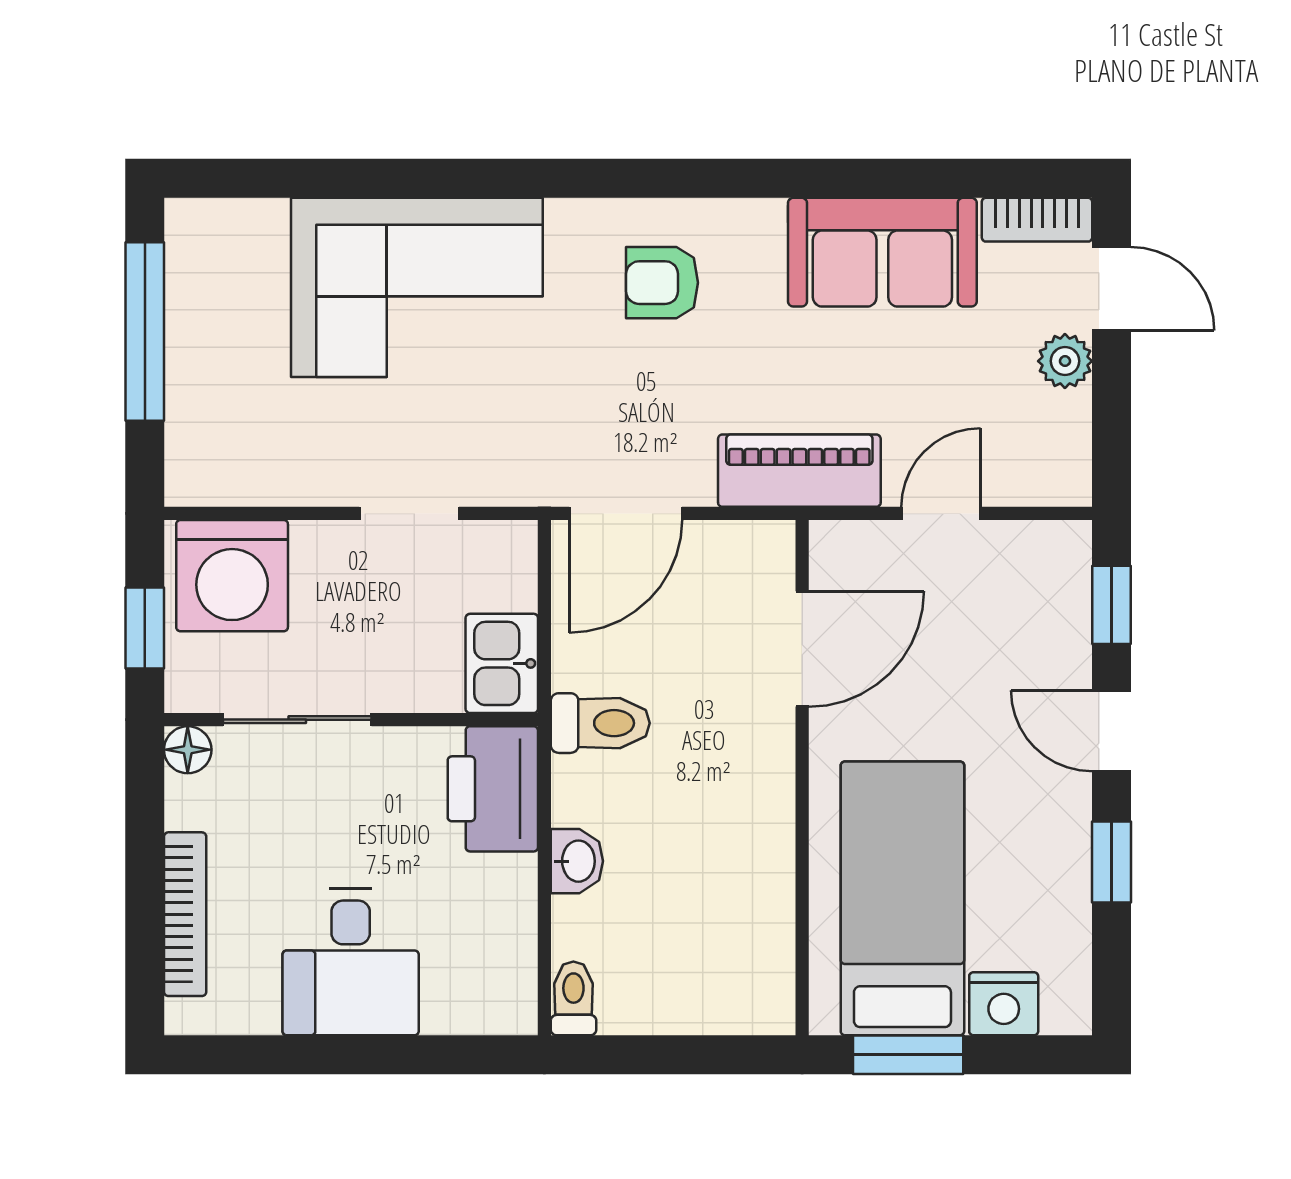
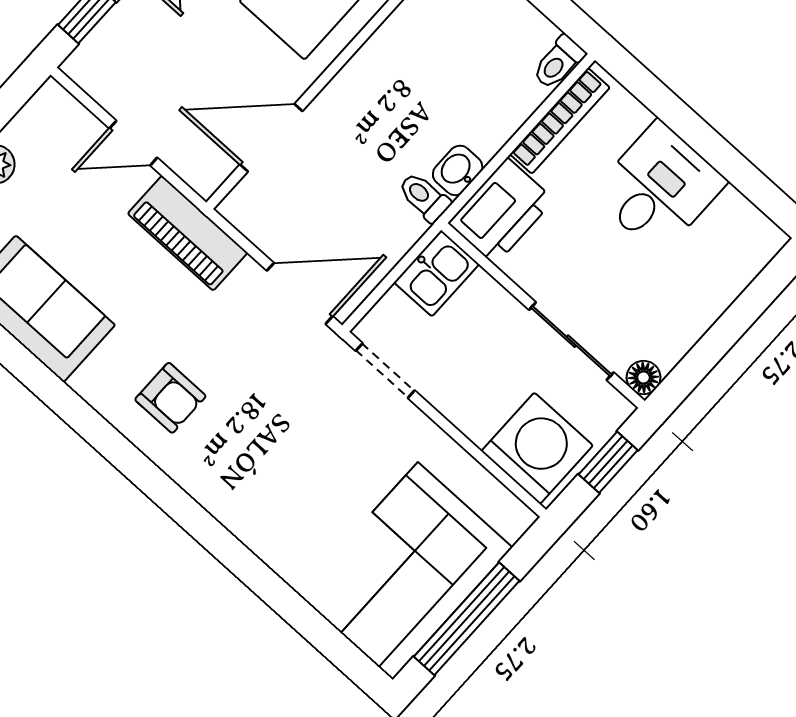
corner sofa: (417, 287) -> (405, 571), moved, turned -90
doorway: (409, 513) -> (385, 371), moved
toilet: (600, 723) -> (424, 197), width x0.73, depth x0.72
washbasin: (577, 861) -> (458, 170), moved
bookcase: (185, 914) -> (560, 121), moved, turned 180

